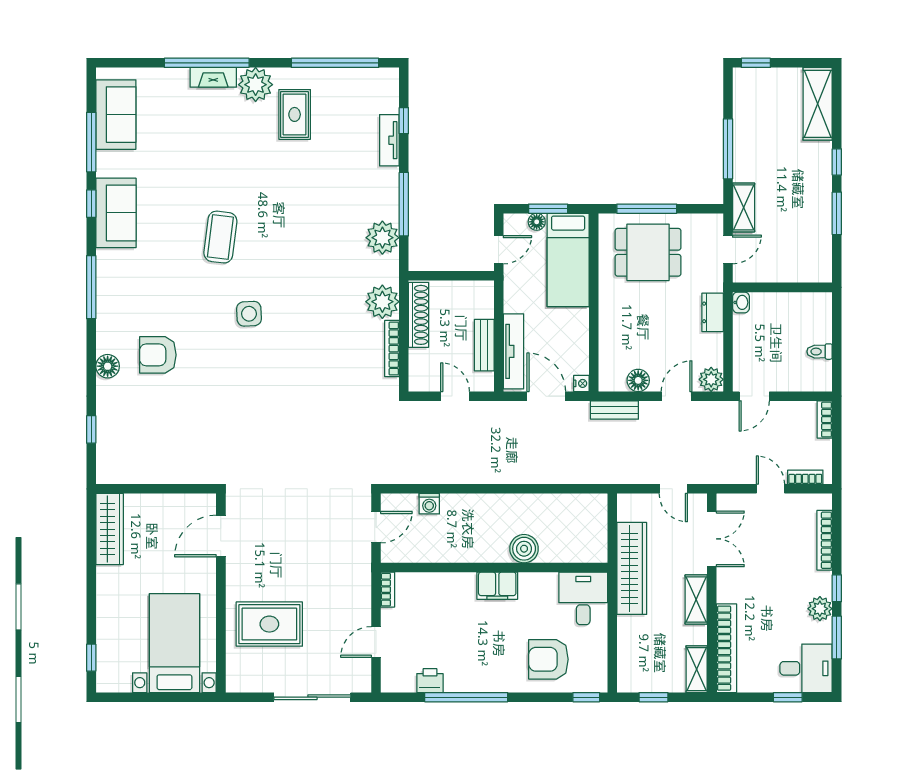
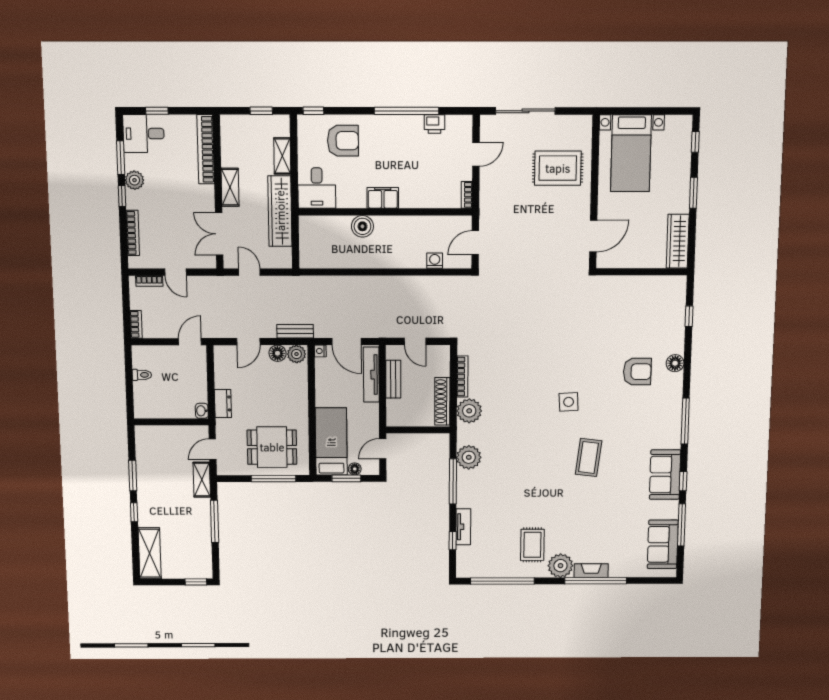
plant: (711, 379) -> (296, 354), moved
window: (91, 592) -> (693, 193), added
shelving: (697, 669) -> (282, 156), moved

